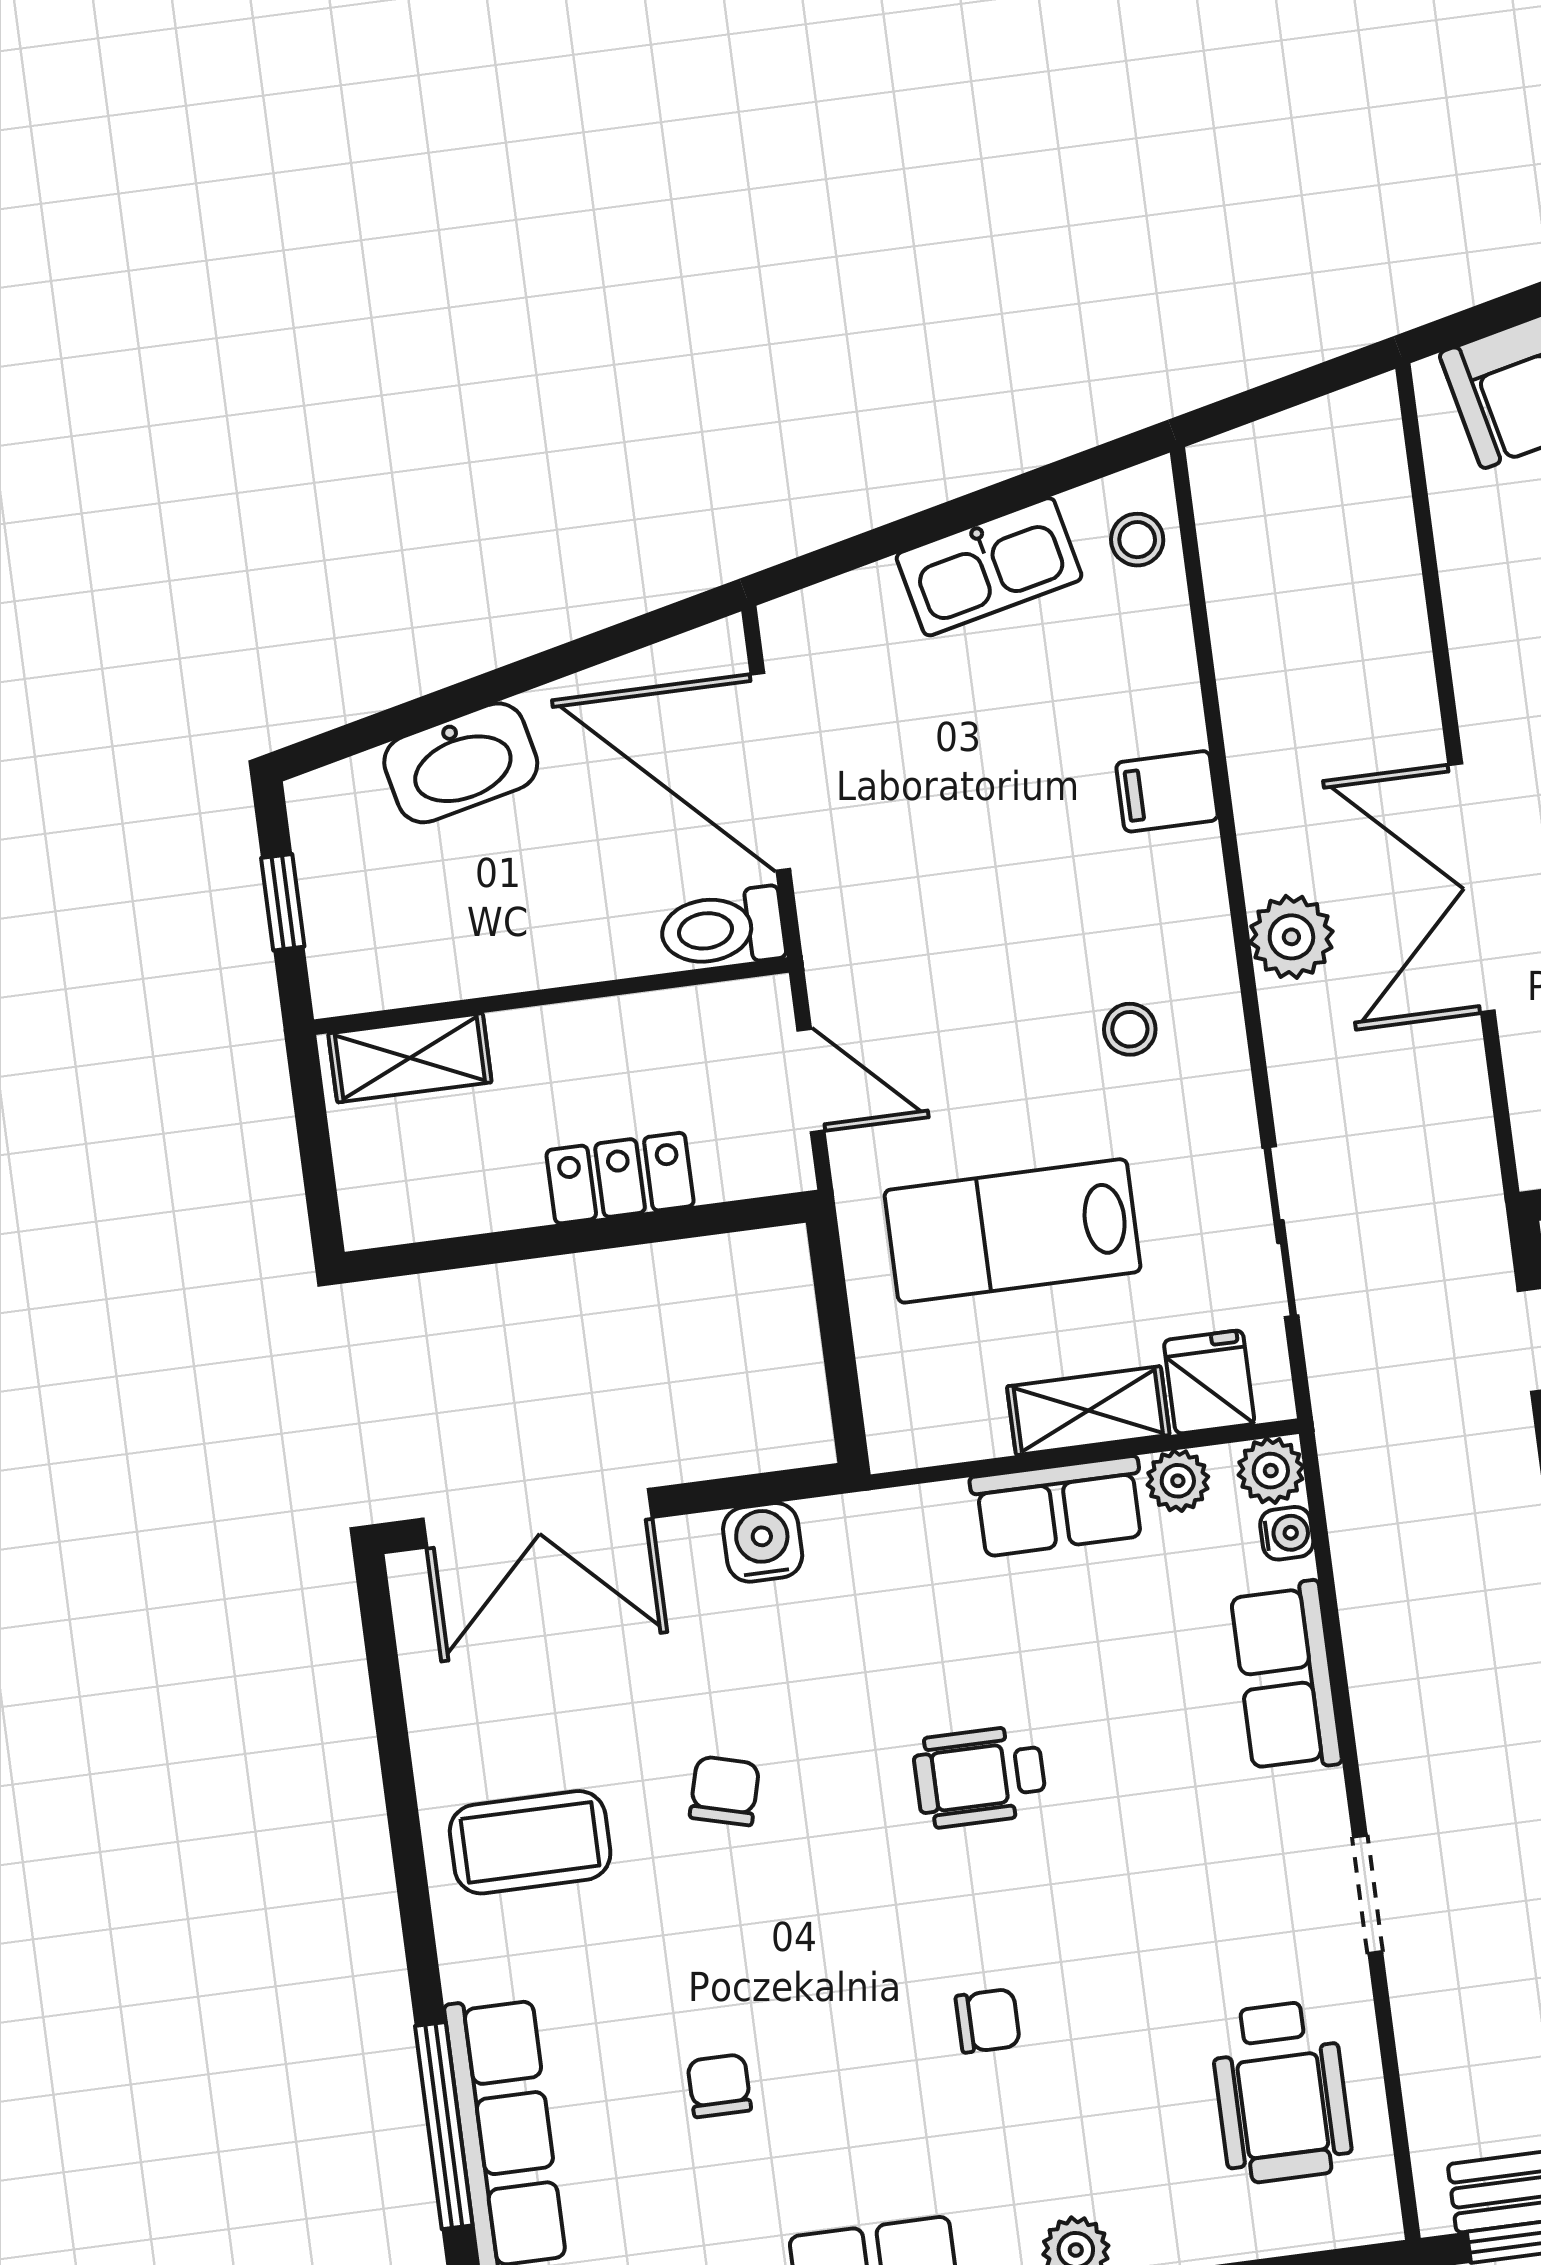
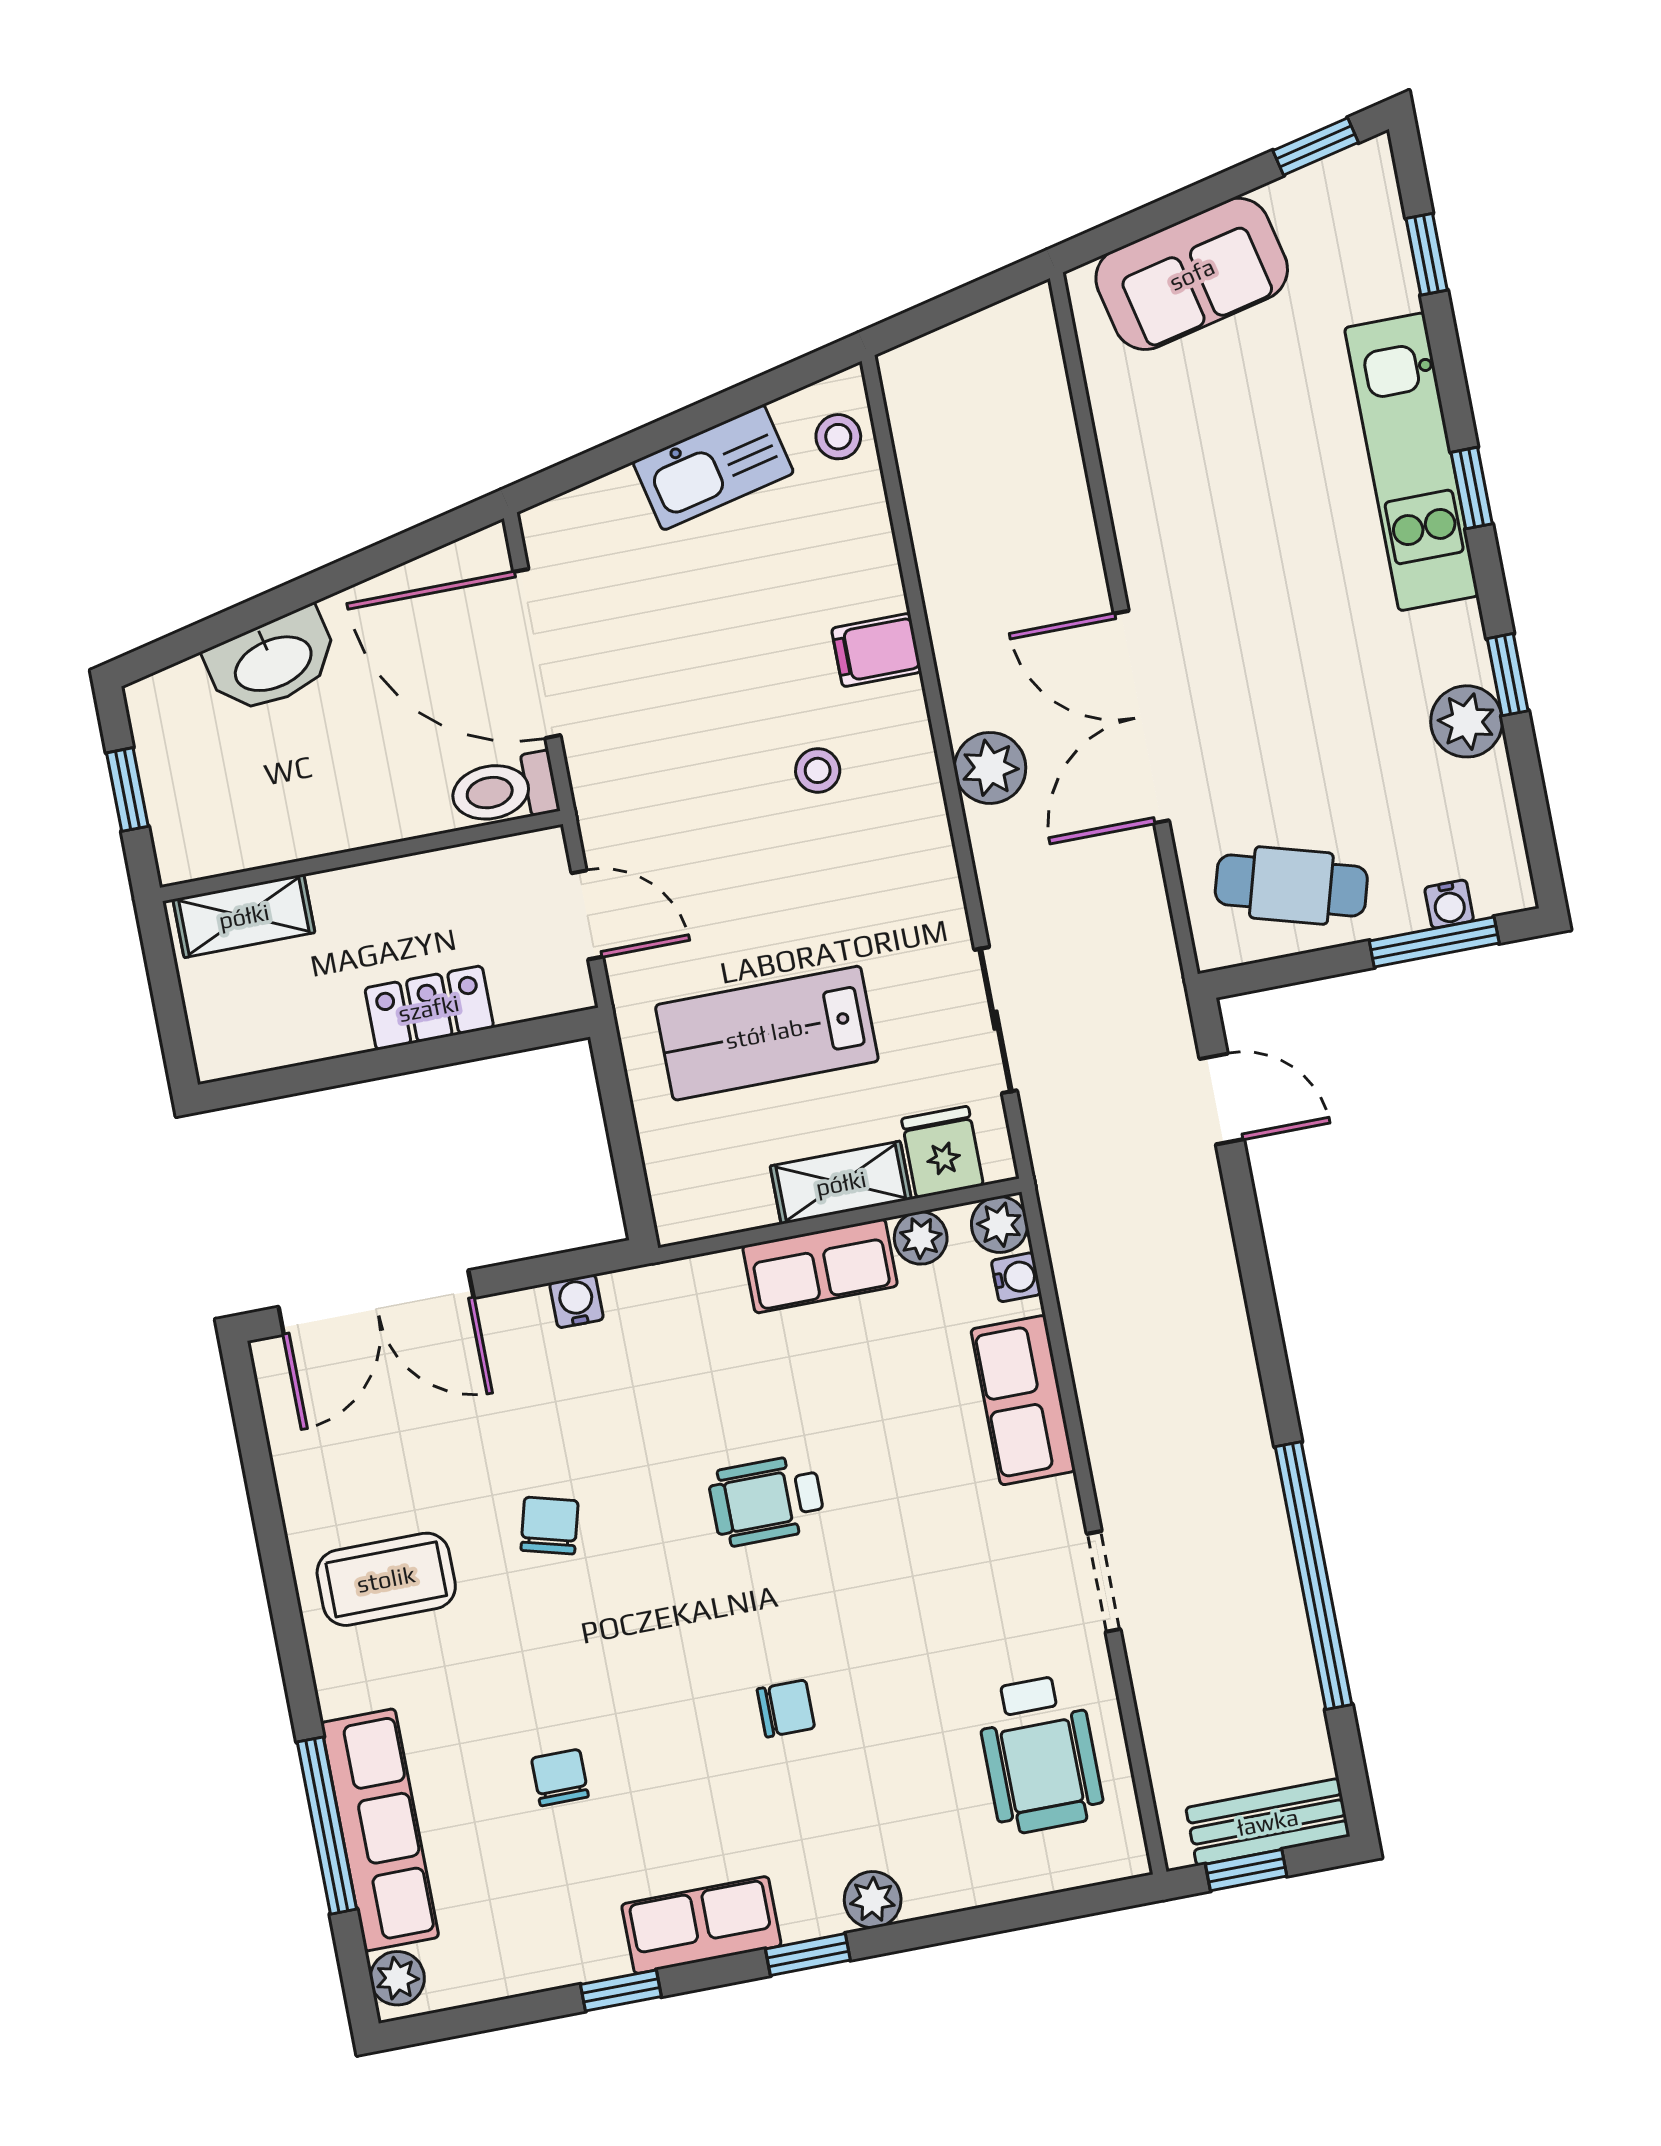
stool: (1130, 1029) -> (818, 770), moved
water cooler: (763, 1542) -> (576, 1301), width x0.72, depth x0.72

